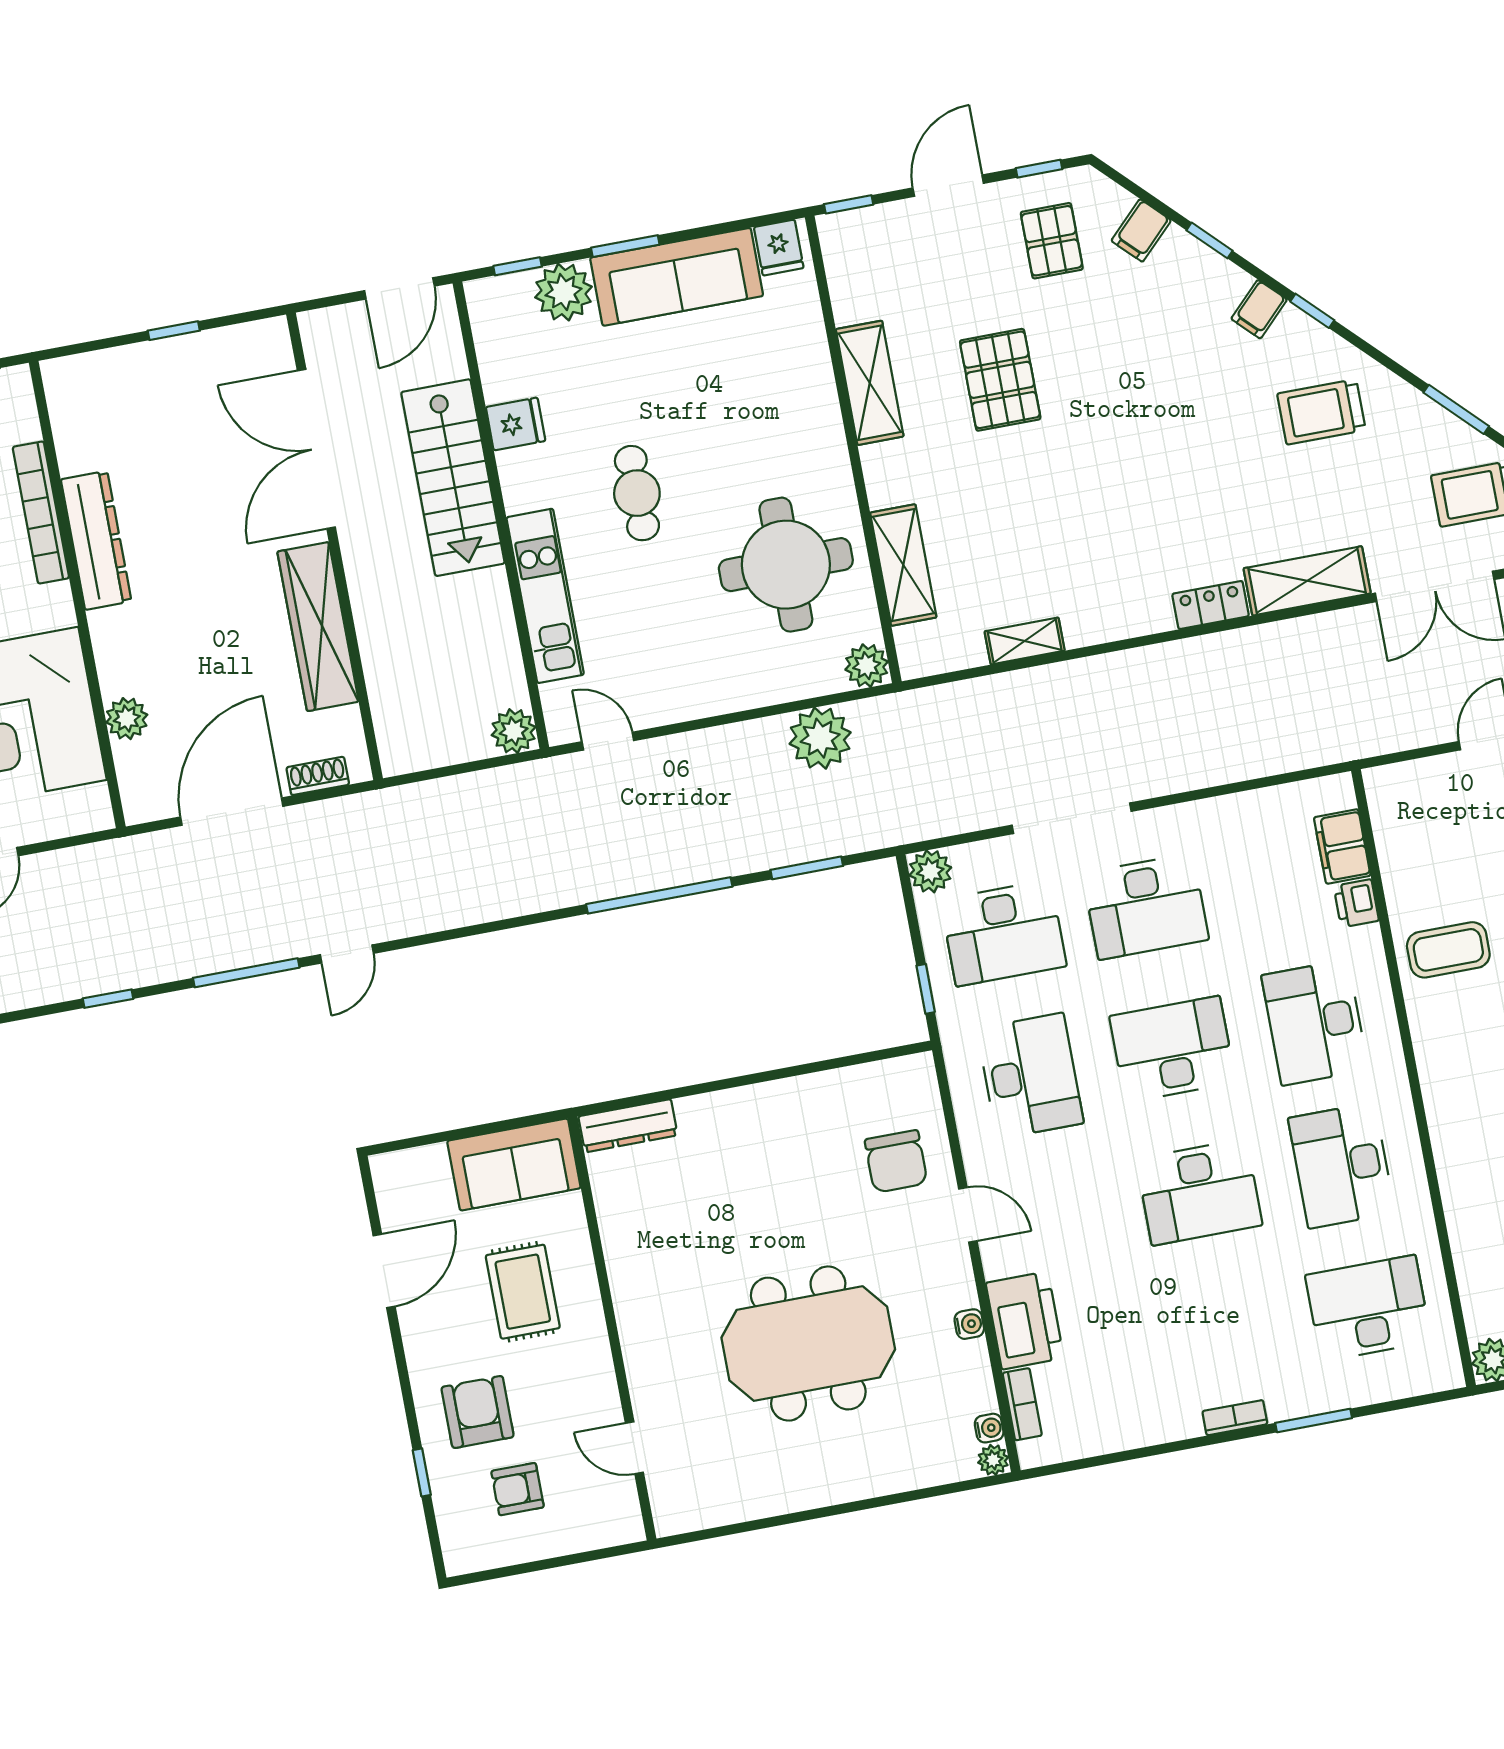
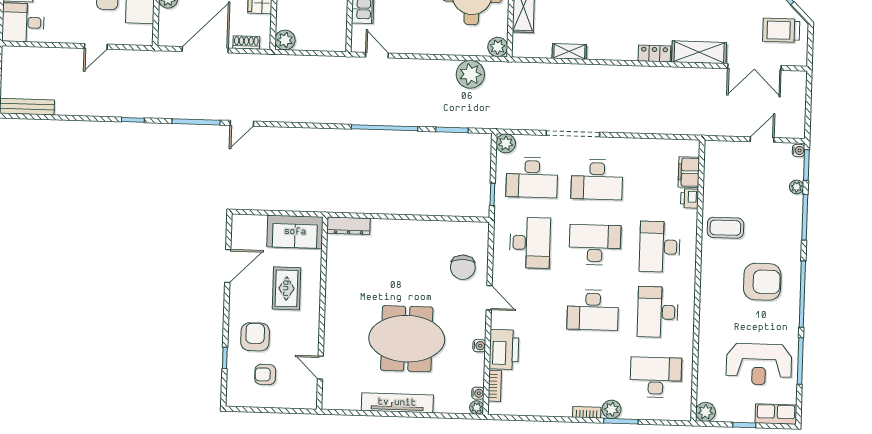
plant: (514, 731) -> (285, 40), moved
plant: (1287, 1399) -> (611, 409), added
tv unit: (818, 1488) -> (397, 403), added

